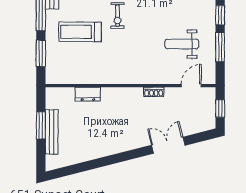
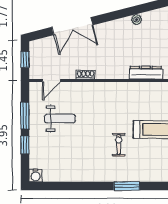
dresser: (88, 94) -> (146, 73), width x1.44
double door: (168, 145) -> (72, 26), width x1.37
plant: (98, 152) -> (136, 20), added

